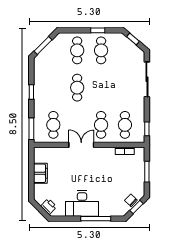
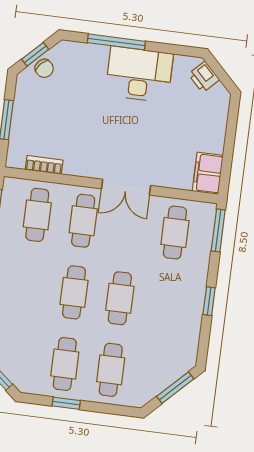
cafe table: (101, 88) -> (74, 292), added
filing cabinet: (40, 173) -> (208, 173), moved

